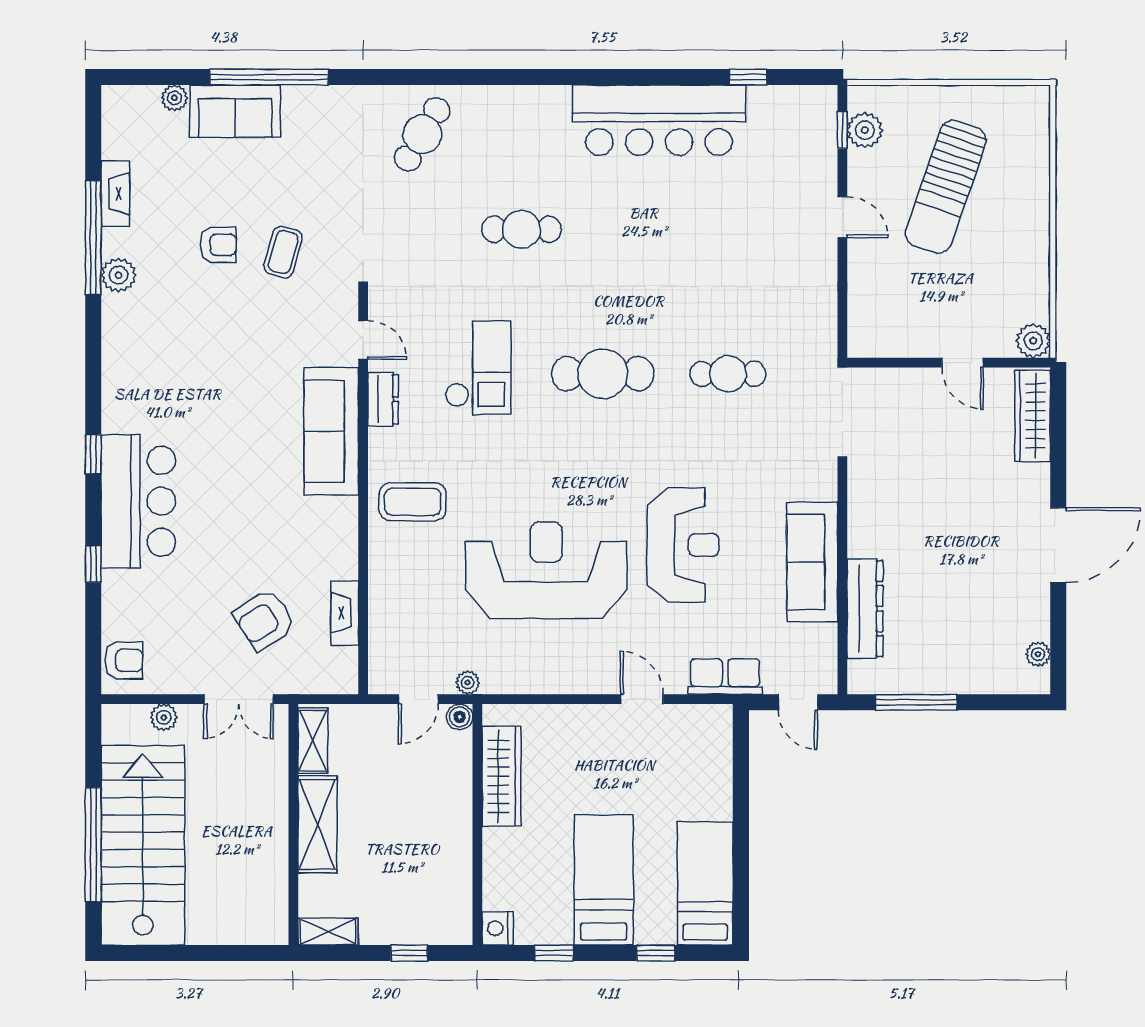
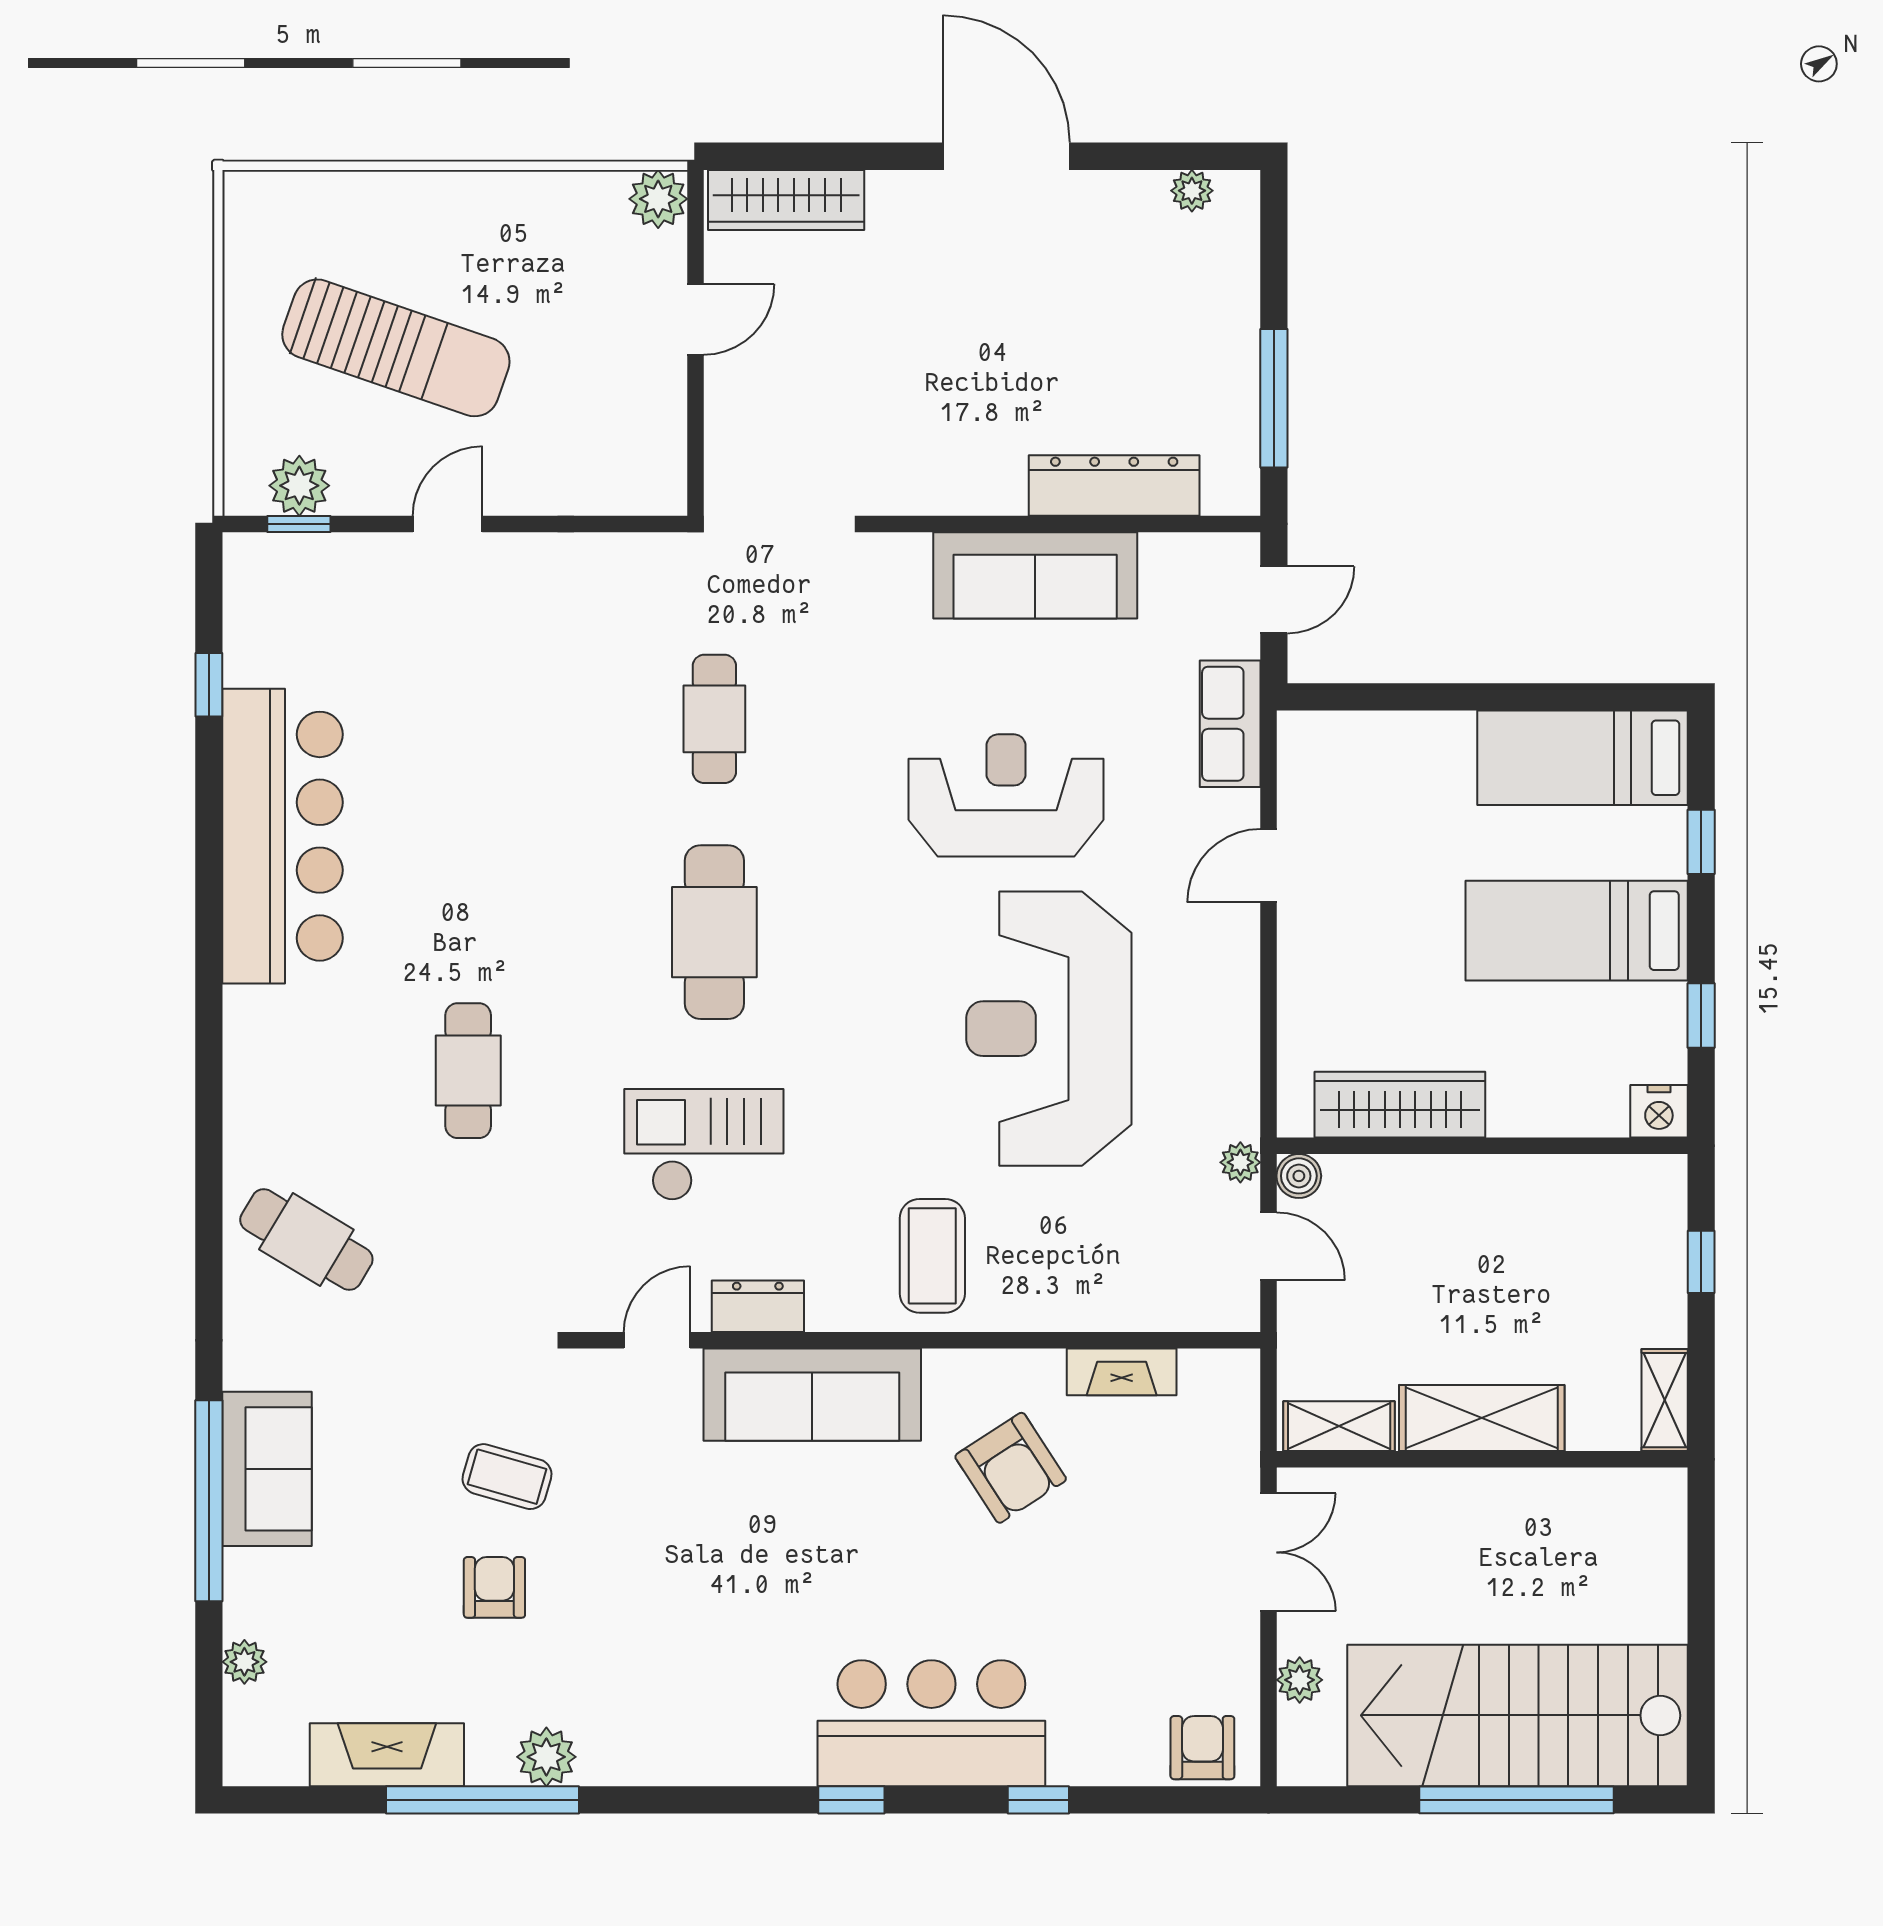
sofa: (235, 111) -> (267, 1469), moved
fireplace: (115, 194) -> (387, 1755), width x1.37, depth x1.32
armchair: (264, 620) -> (1011, 1468), moved

